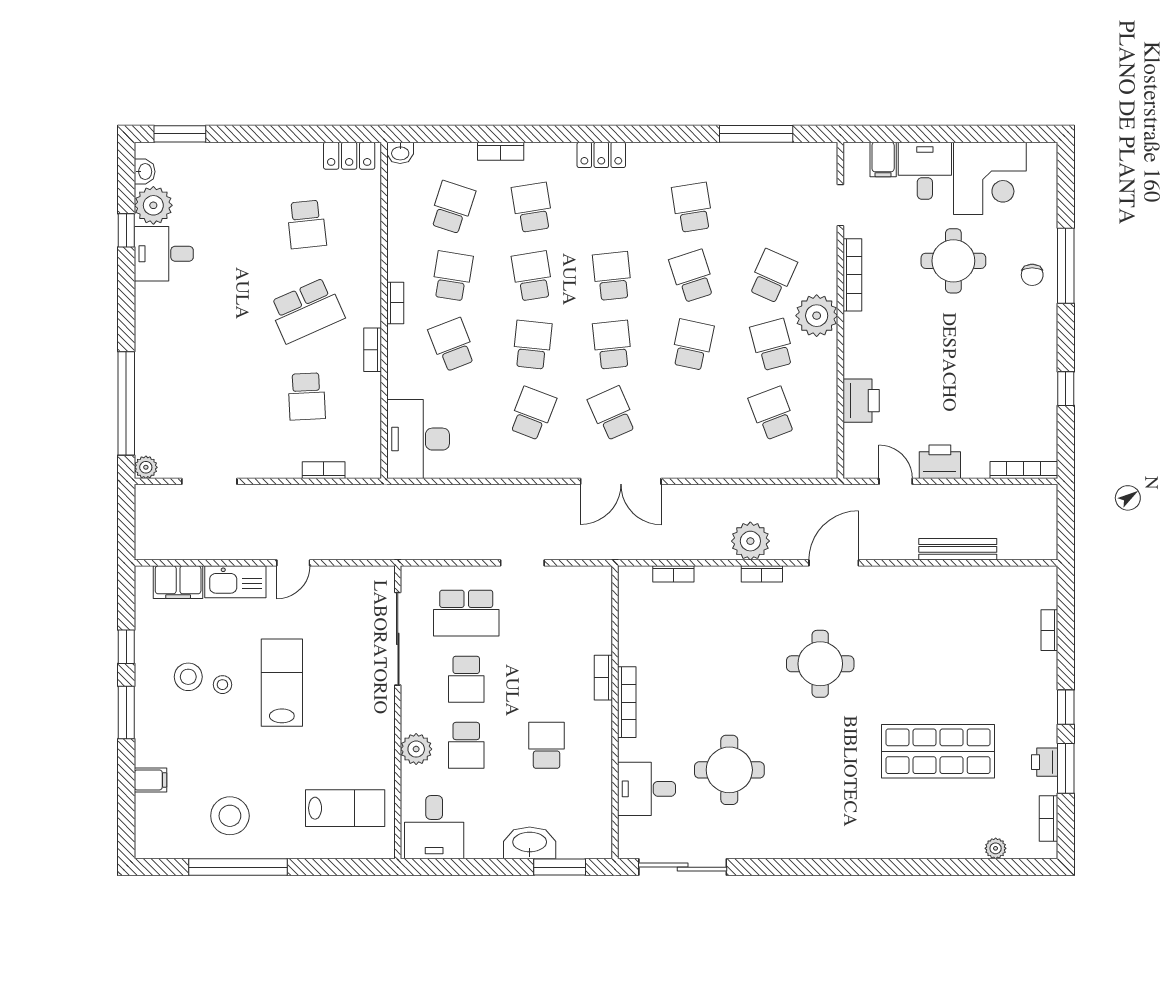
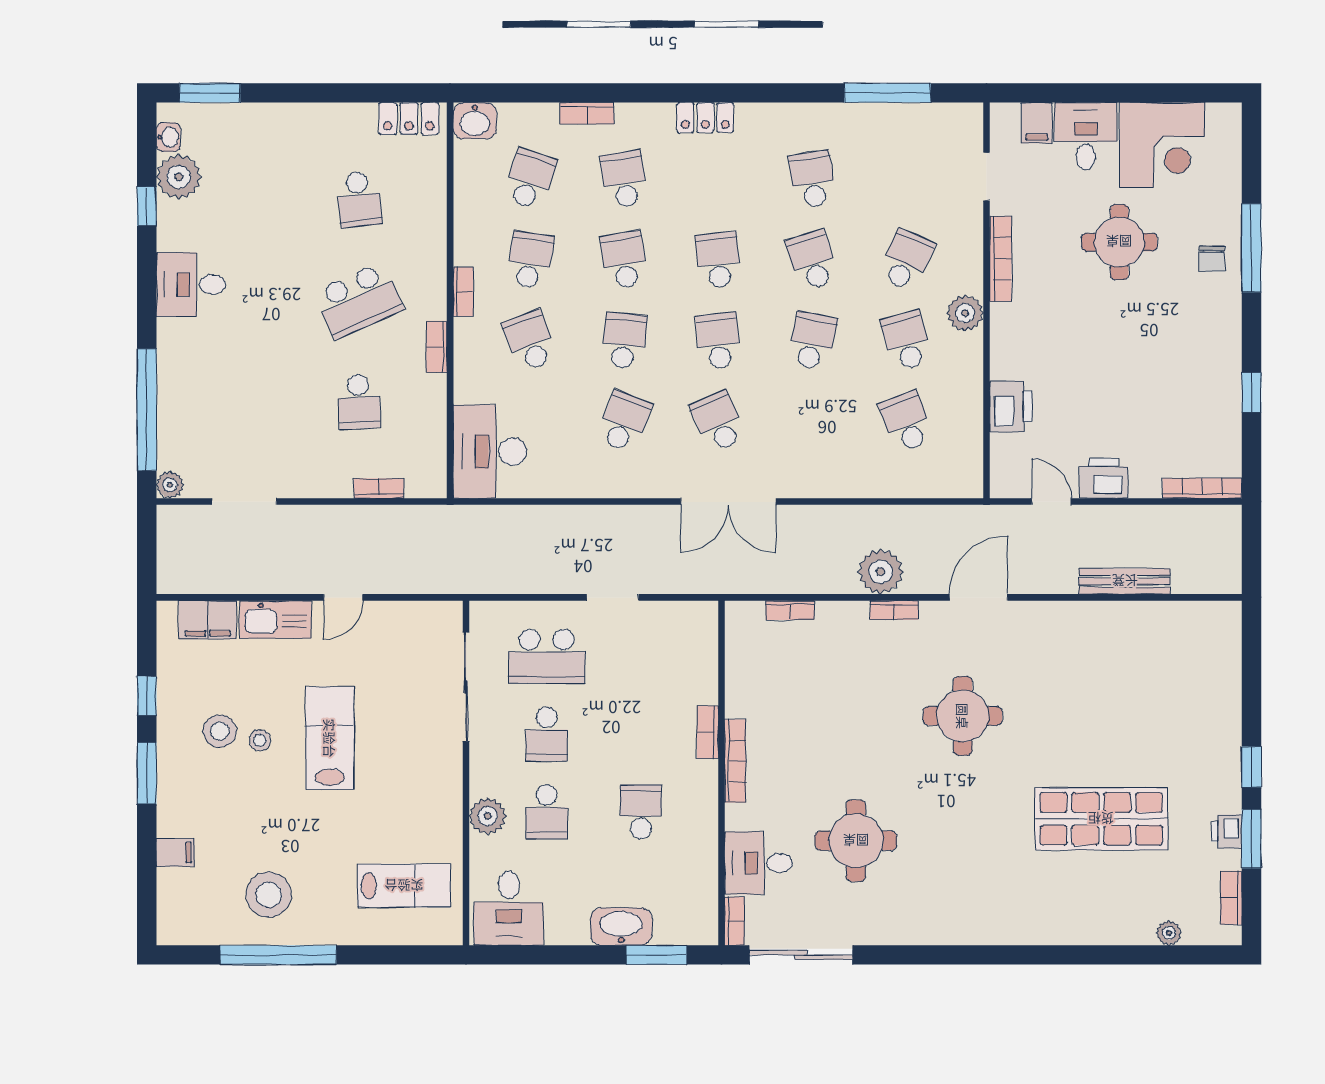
washbasin: (400, 153) -> (475, 121), width x1.38, depth x1.45
desk: (164, 254) -> (191, 284), moved
plant: (817, 316) -> (965, 313), width x0.73, depth x0.73
bookcase: (1049, 630) -> (734, 921), moved, turned 180

